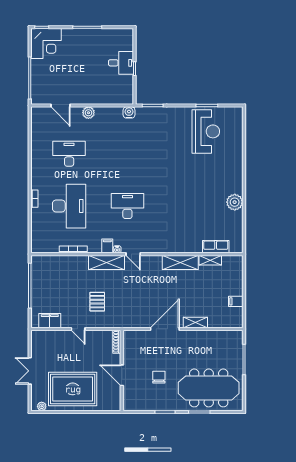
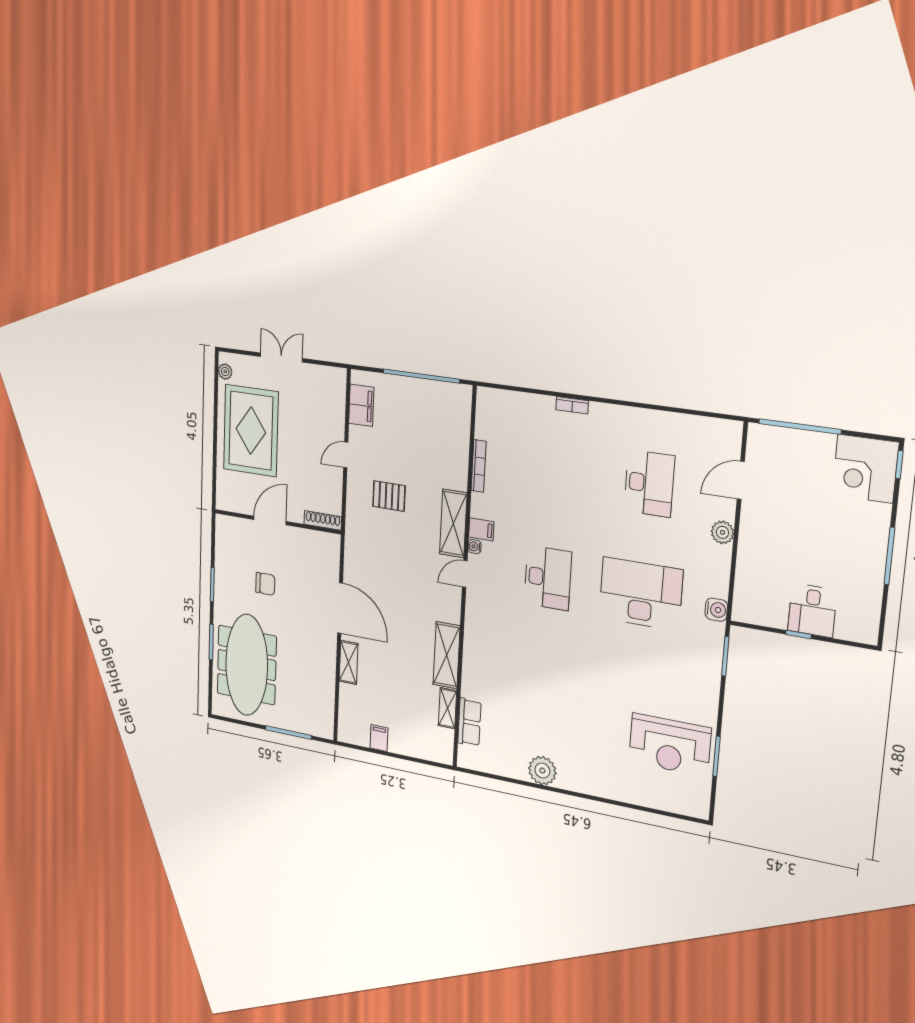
desk: (69, 206) -> (641, 594), moved, turned 180

